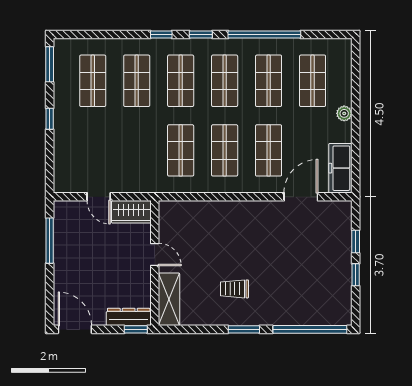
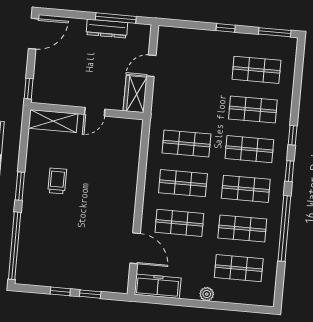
dresser: (129, 317) -> (107, 29), moved, turned 90

